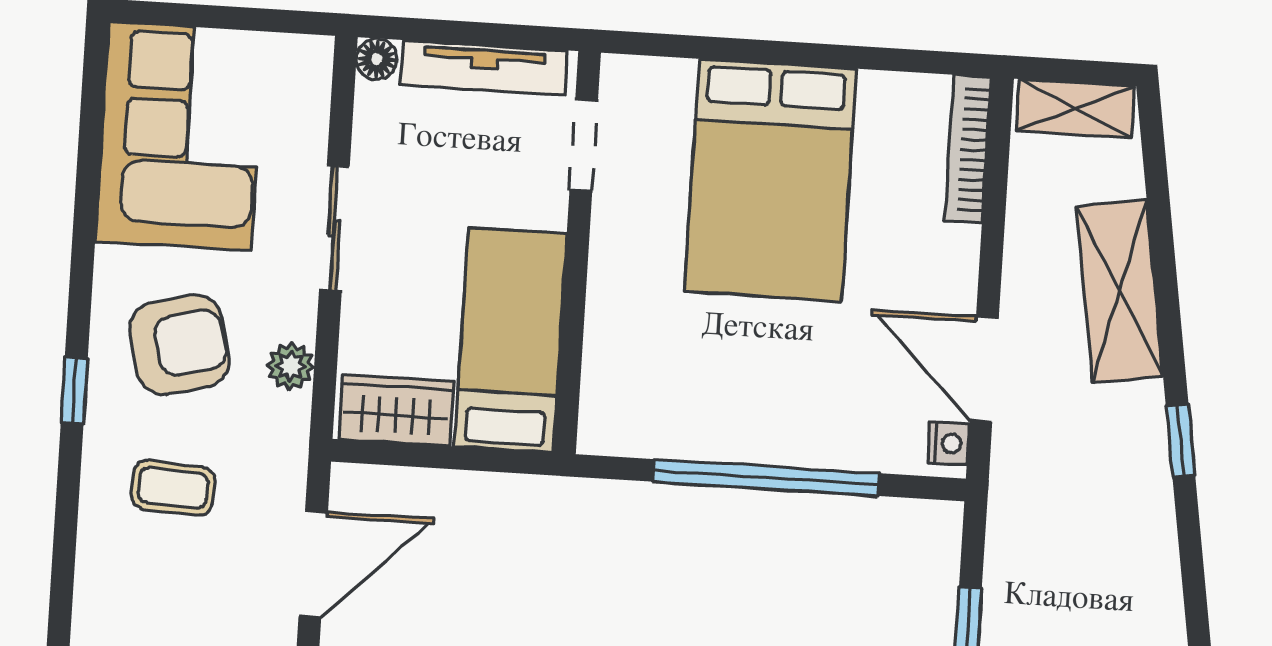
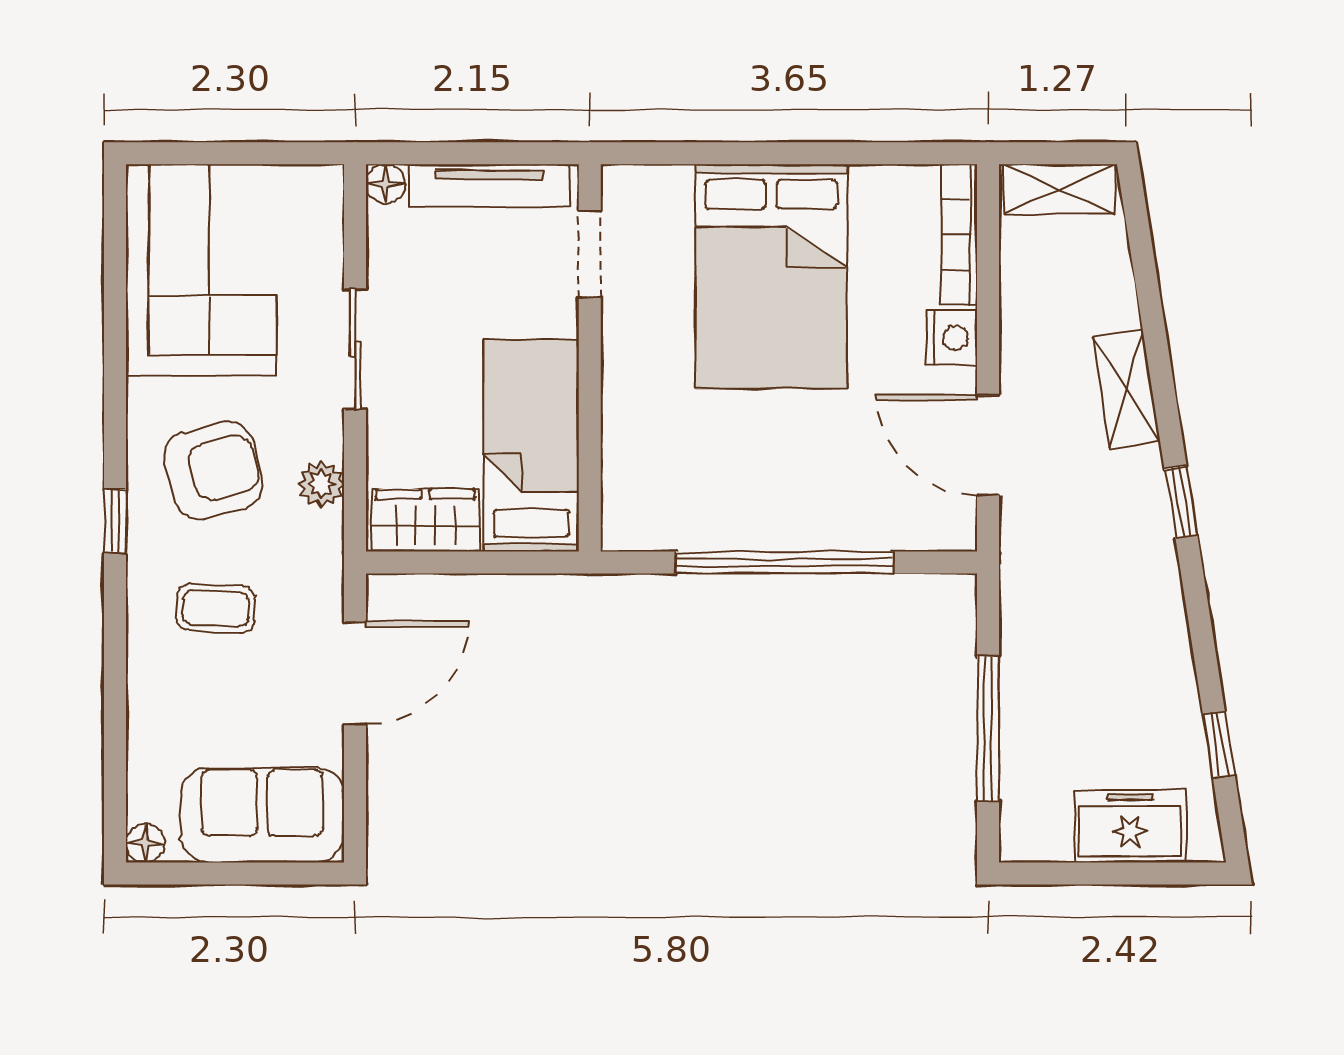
shelving: (1120, 291) -> (1126, 389), width x0.67, depth x0.75
nightstand: (949, 443) -> (952, 338), moved, width x1.39, depth x1.35

